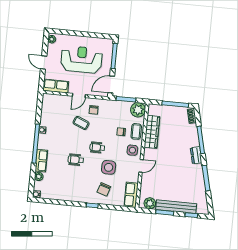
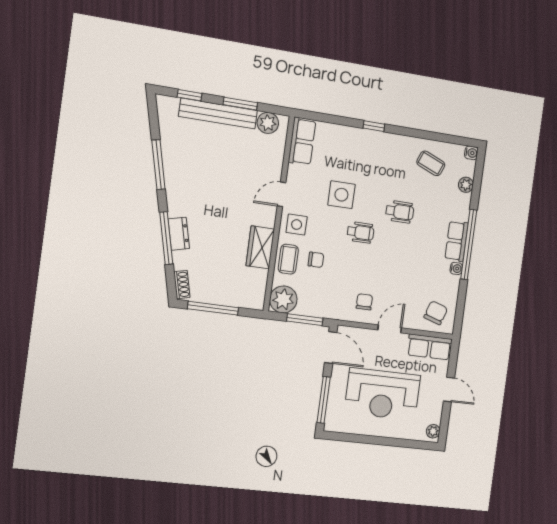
door: (111, 85) -> (331, 348), hinge flipped
coffee table: (81, 123) -> (431, 163), moved
wardrobe: (152, 132) -> (260, 247), width x0.67
dresser: (196, 155) -> (179, 234), moved
row of seats: (41, 161) -> (456, 241), moved
chair: (104, 189) -> (436, 313), moved

